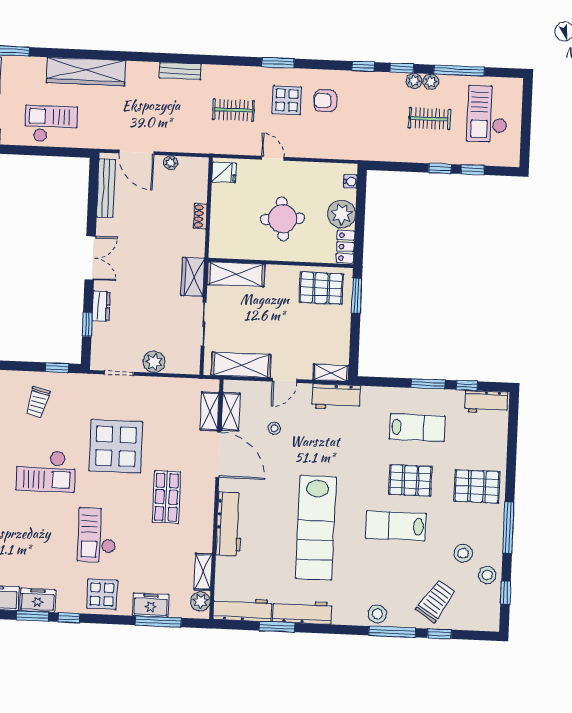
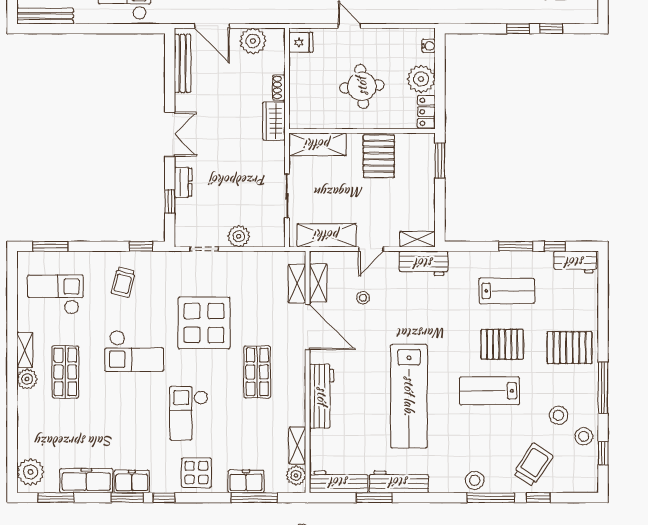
plant: (171, 163) -> (253, 41), width x1.88, depth x1.88
wardrobe: (193, 277) -> (274, 121), moved
pallet: (321, 288) -> (379, 156), moved, turned 90

